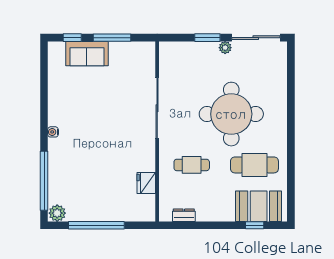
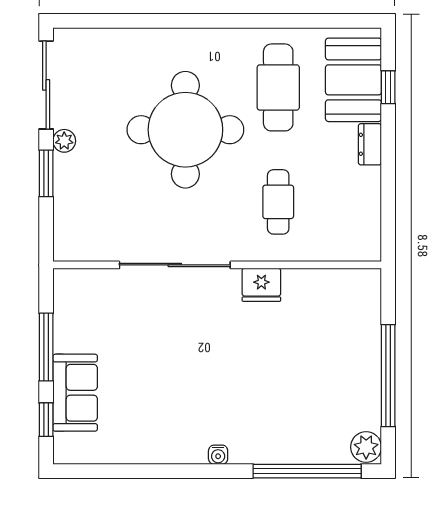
fridge: (146, 183) -> (261, 285), moved
dresser: (184, 215) -> (370, 144), moved

